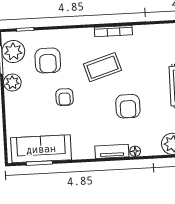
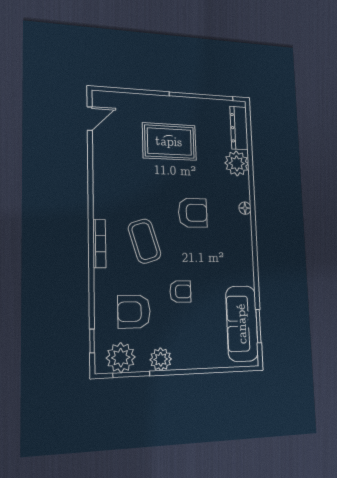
bookcase: (113, 31) -> (99, 244), moved
armchair: (48, 61) -> (134, 312), turned 180
tv unit: (112, 151) -> (245, 236), removed

